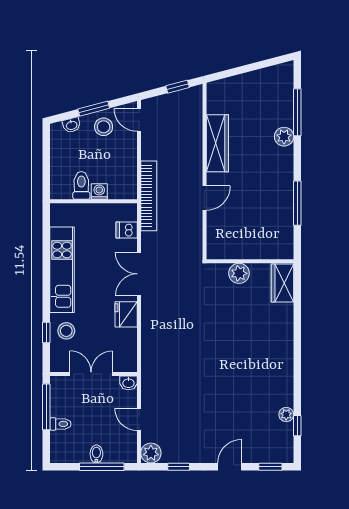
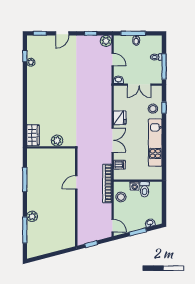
stool: (104, 127) -> (121, 197), moved
wardrobe: (217, 143) -> (69, 213), removed

